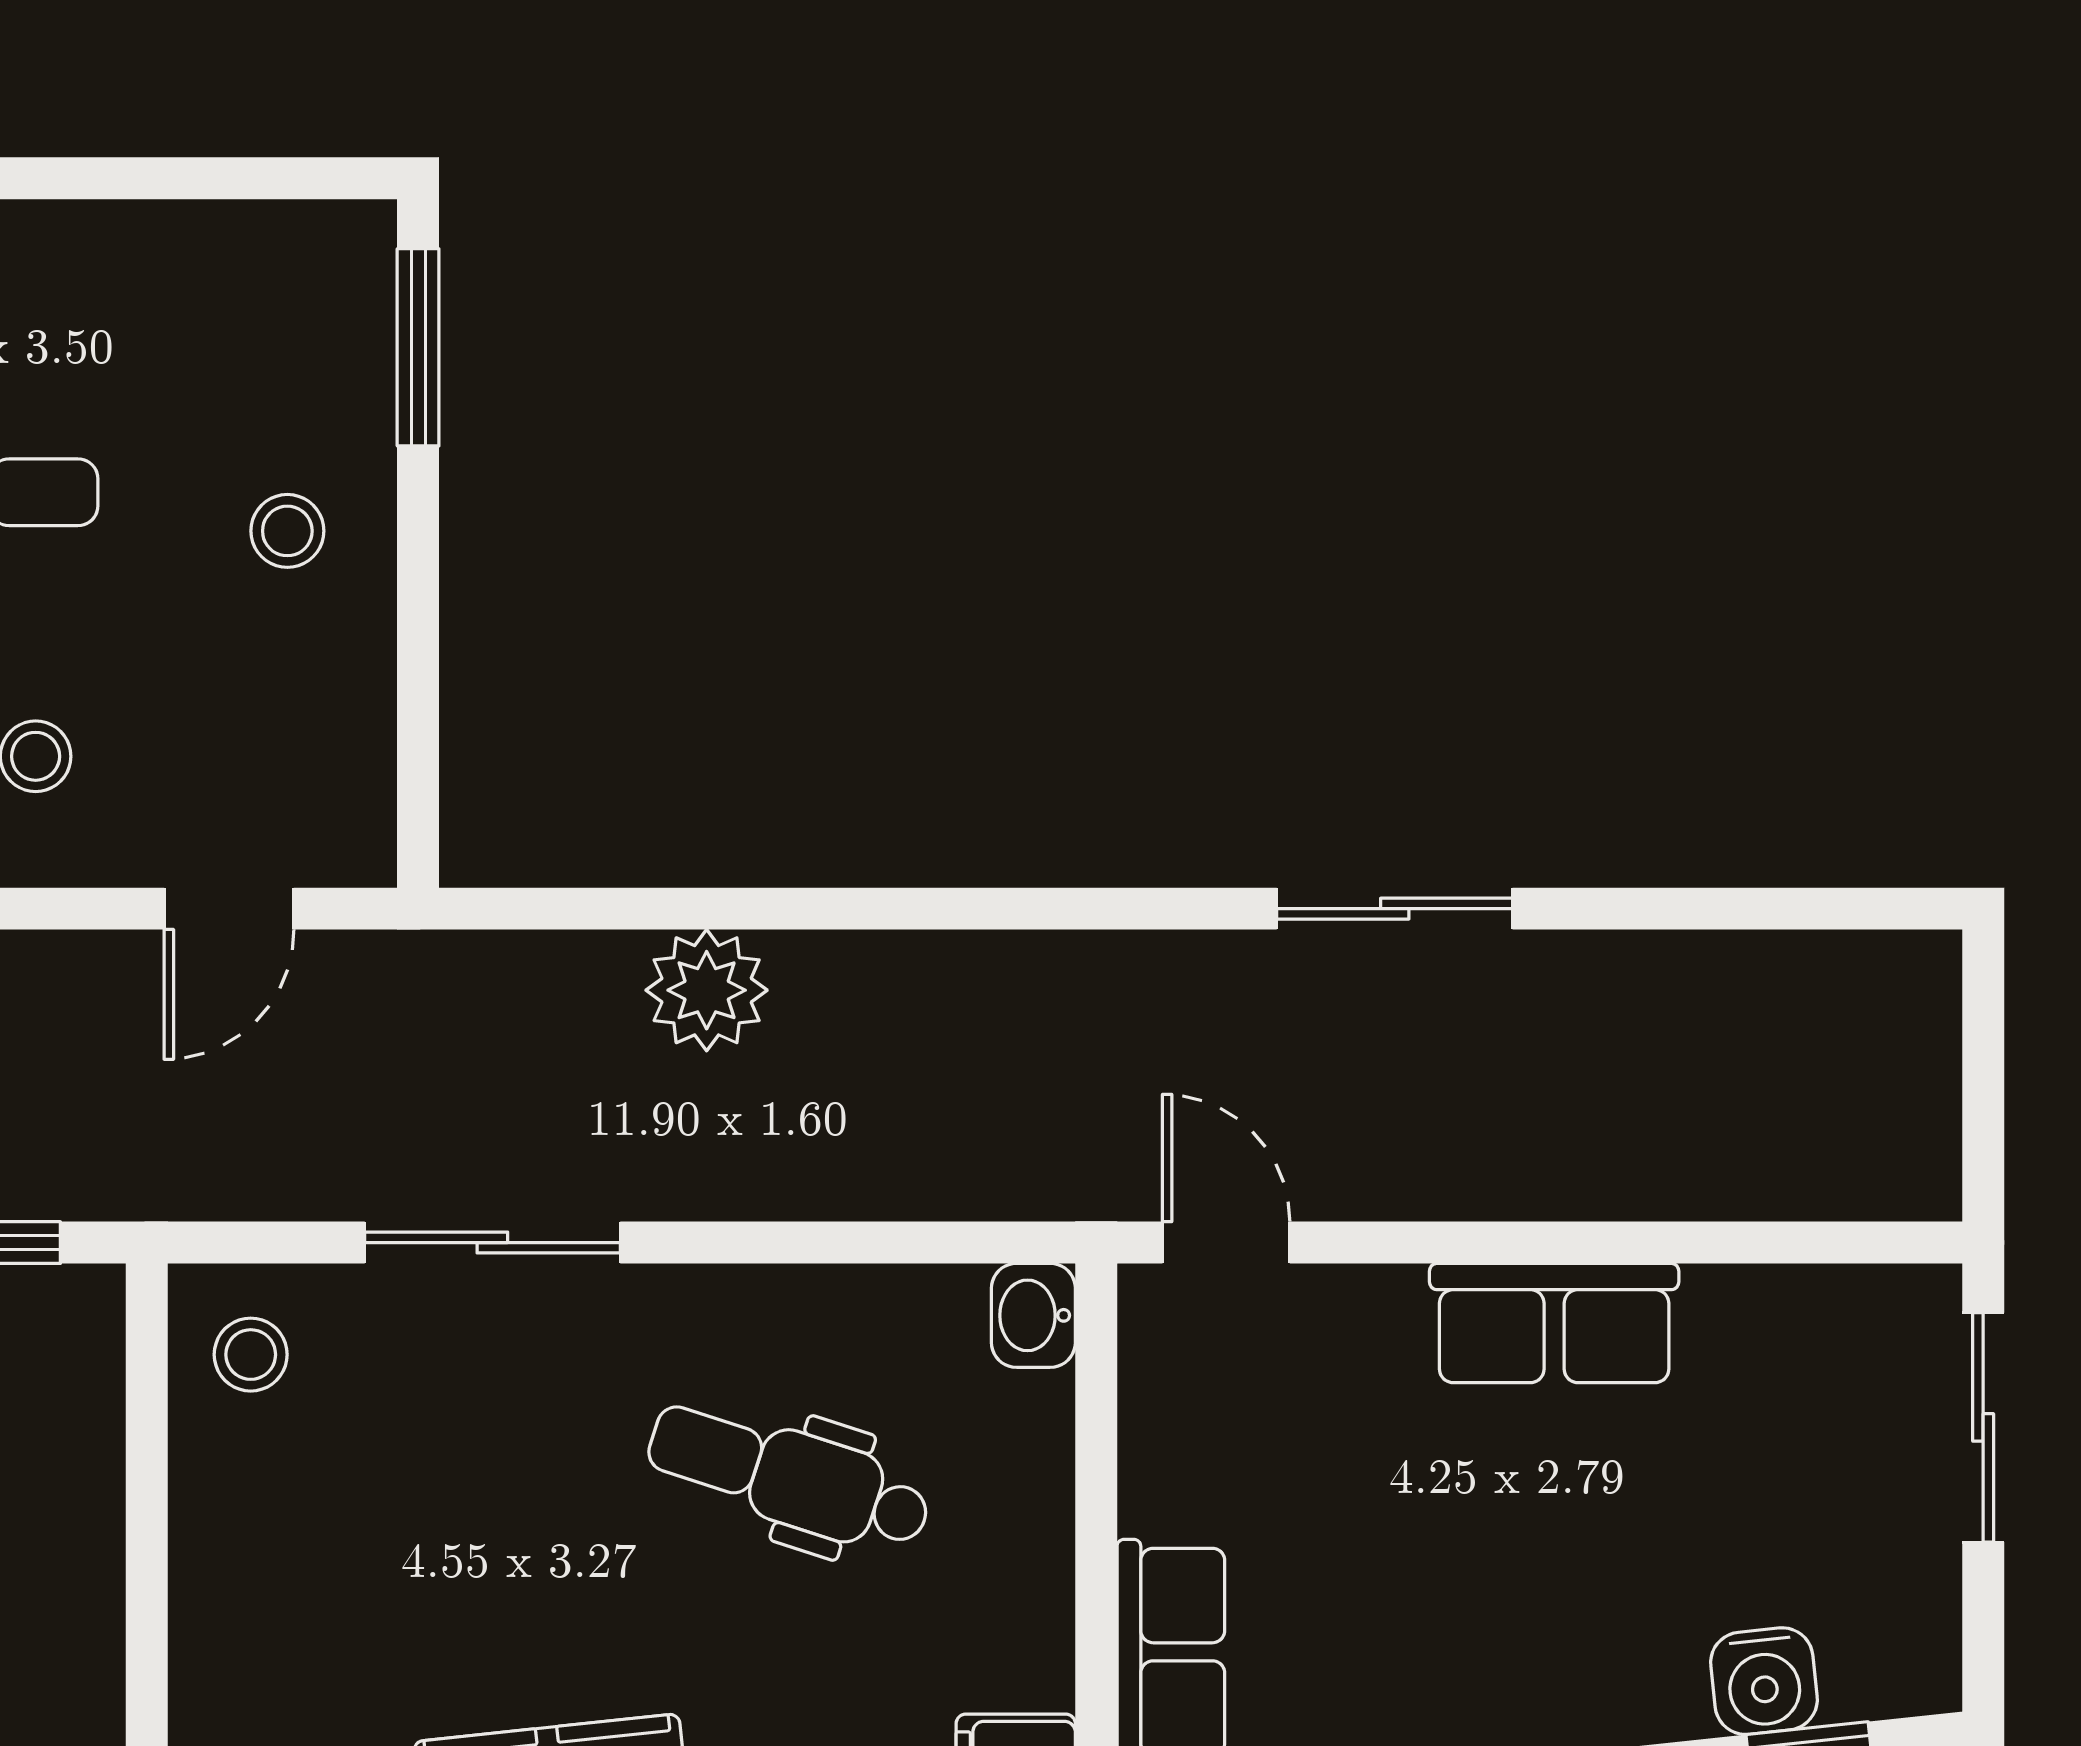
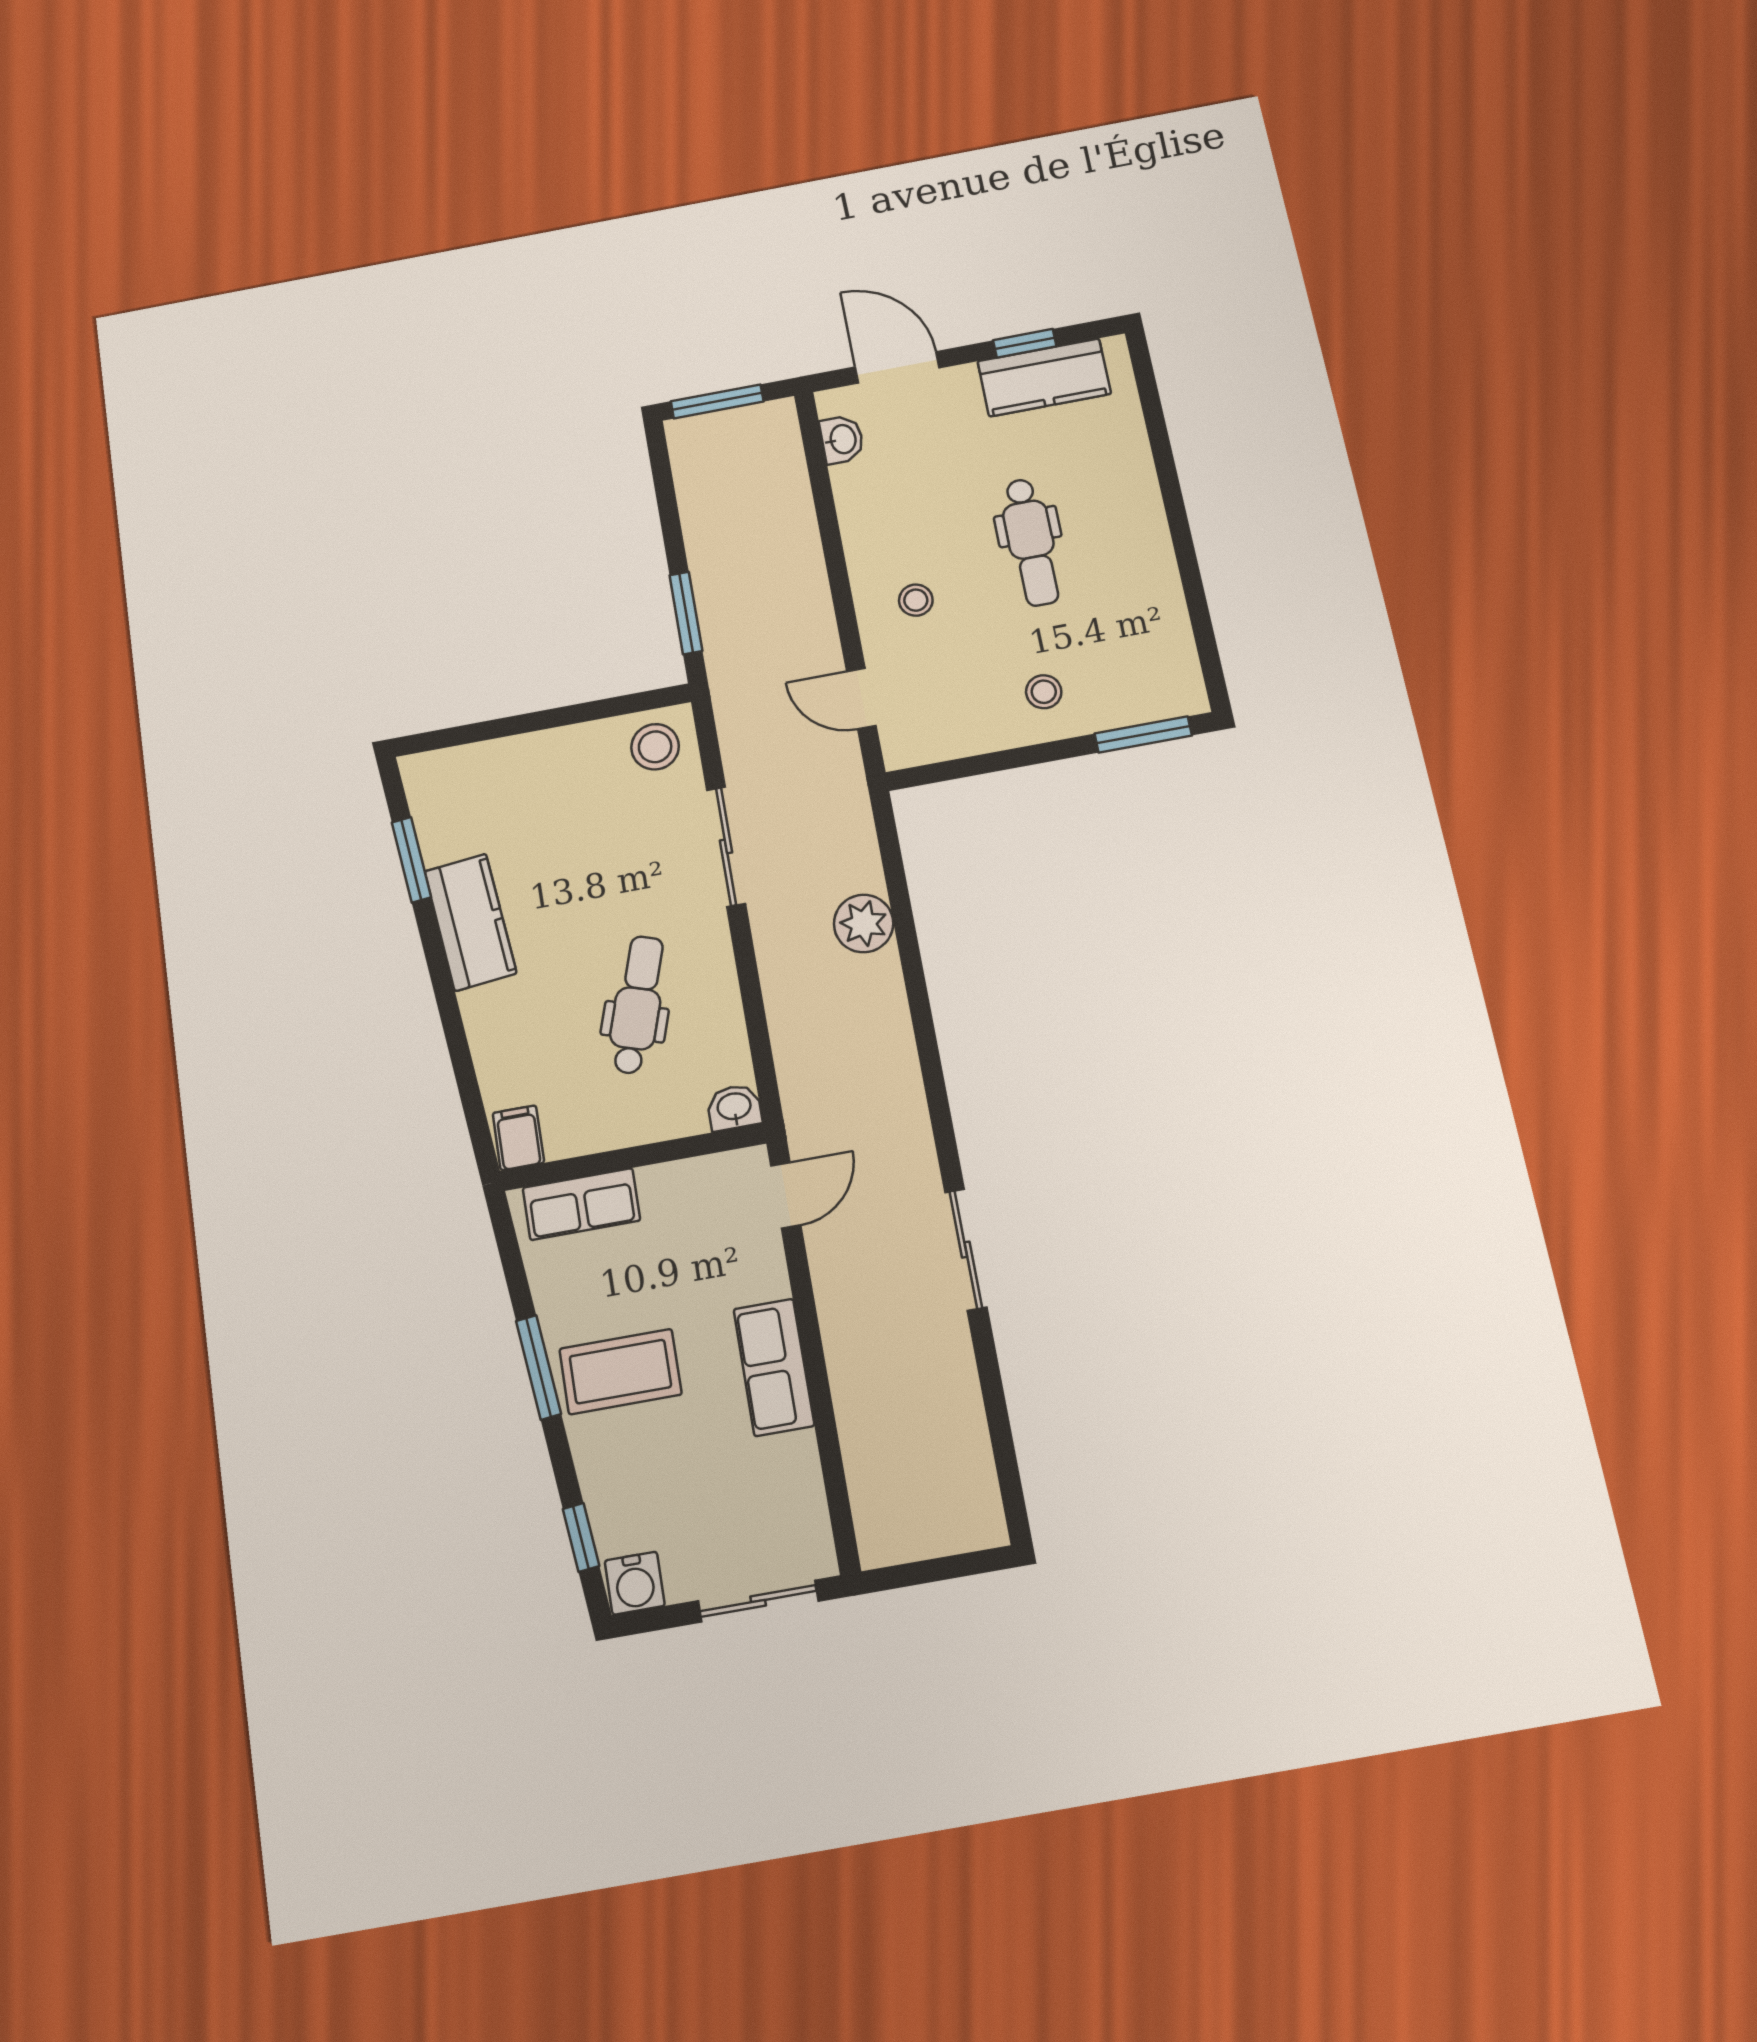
stool: (251, 1355) -> (655, 747), width x1.37, depth x1.37
coffee table: (1510, 1624) -> (620, 1372), added
water cooler: (1764, 1681) -> (635, 1583), moved, turned -84

